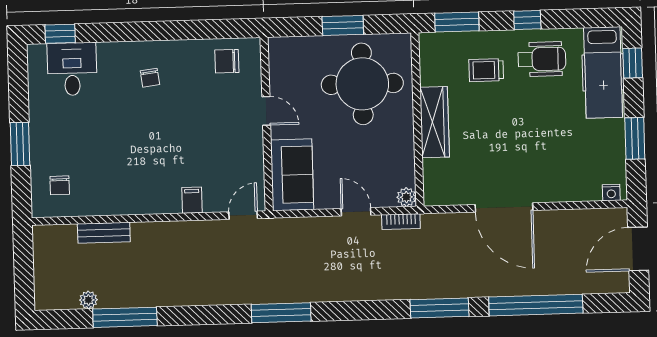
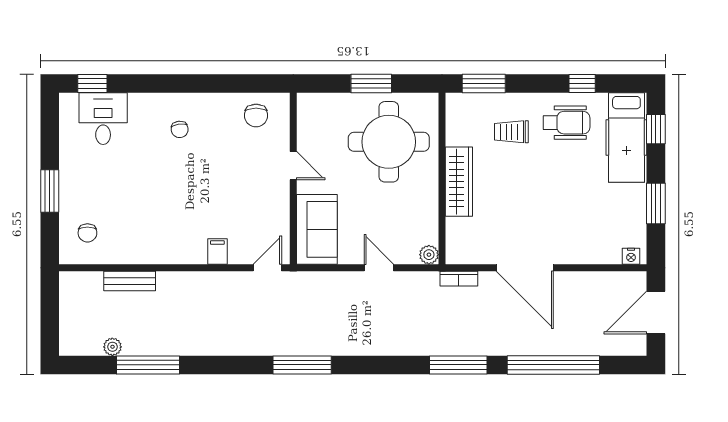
window: (527, 20) -> (582, 84), moved
chair: (227, 61) -> (256, 116), turned -90
bookcase: (401, 222) -> (459, 279), moved

